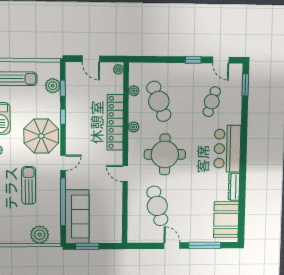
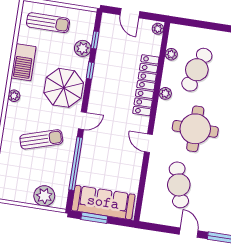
plant: (53, 86) -> (83, 48), moved
cafe table: (159, 101) -> (197, 70), turned 39
sun lounger: (29, 185) -> (41, 139), turned 73
sofa: (77, 217) -> (103, 202), moved, turned -90

